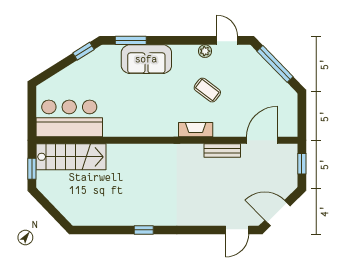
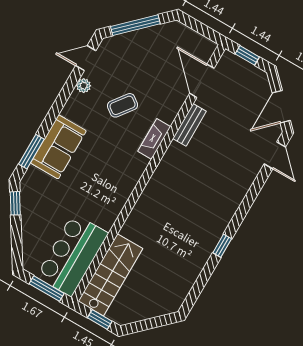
window: (32, 114) -> (47, 289), added

